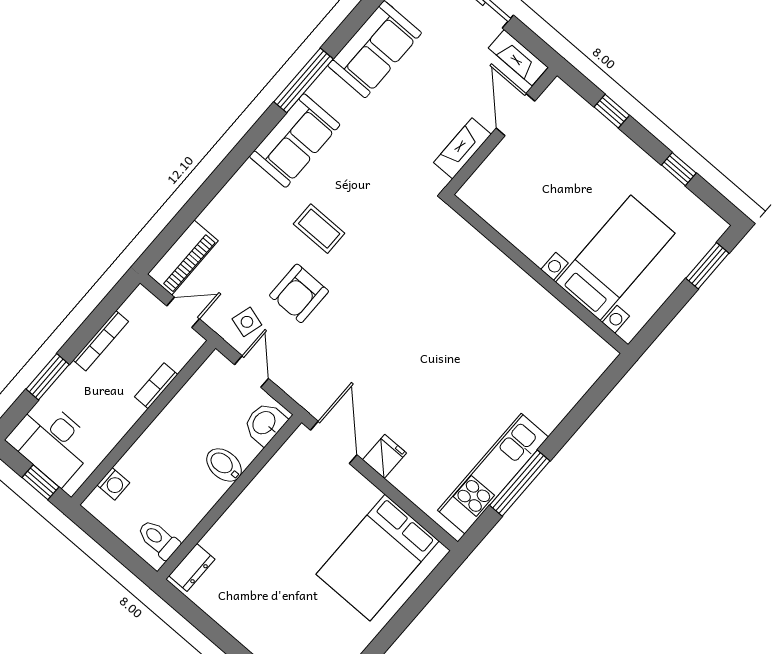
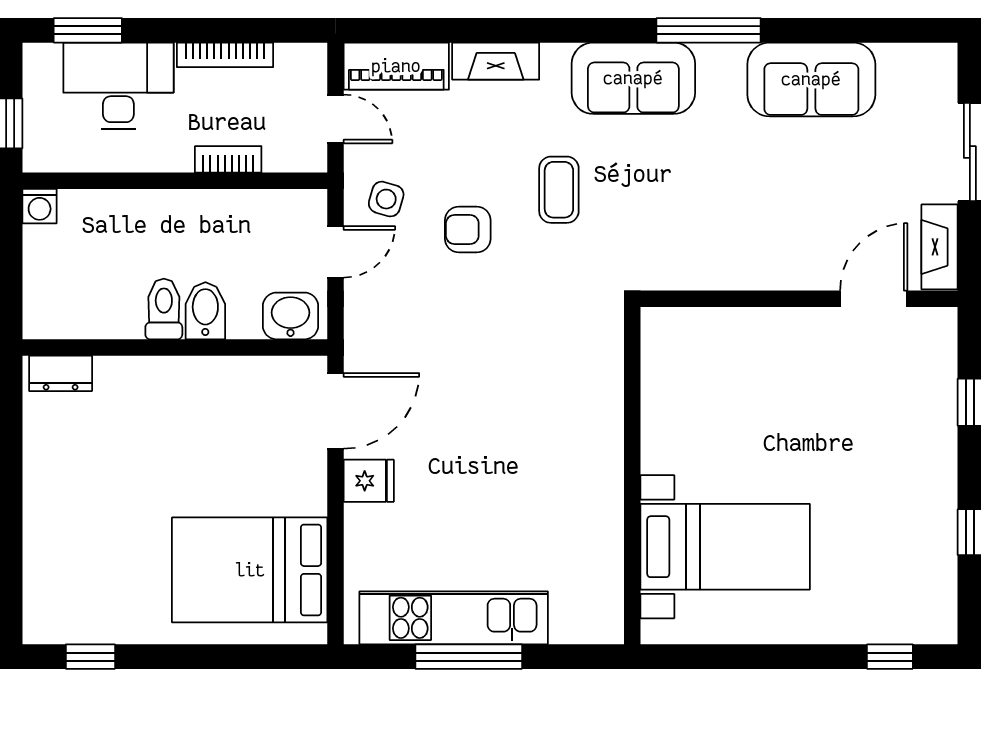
fireplace: (462, 148) -> (496, 61), moved, turned 180
bed with nightstands: (615, 258) -> (725, 547), moved
window: (707, 266) -> (890, 657), width x0.67
wall: (537, 274) -> (632, 476), moved
armchair: (299, 293) -> (468, 229), width x0.72, depth x0.72
window: (48, 377) -> (88, 30), moved
desk: (52, 442) -> (118, 86), moved, turned 90
washing machine: (113, 484) -> (40, 206), moved
toilet: (158, 539) -> (164, 309), moved

